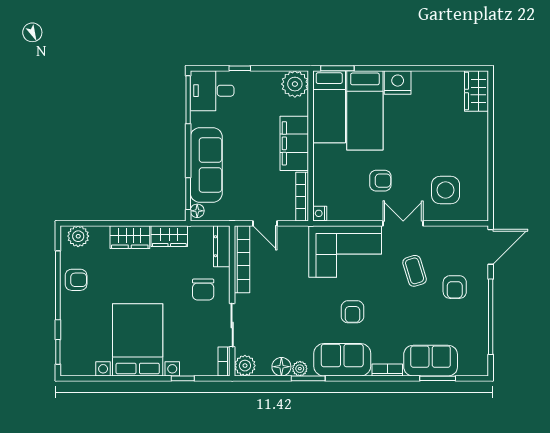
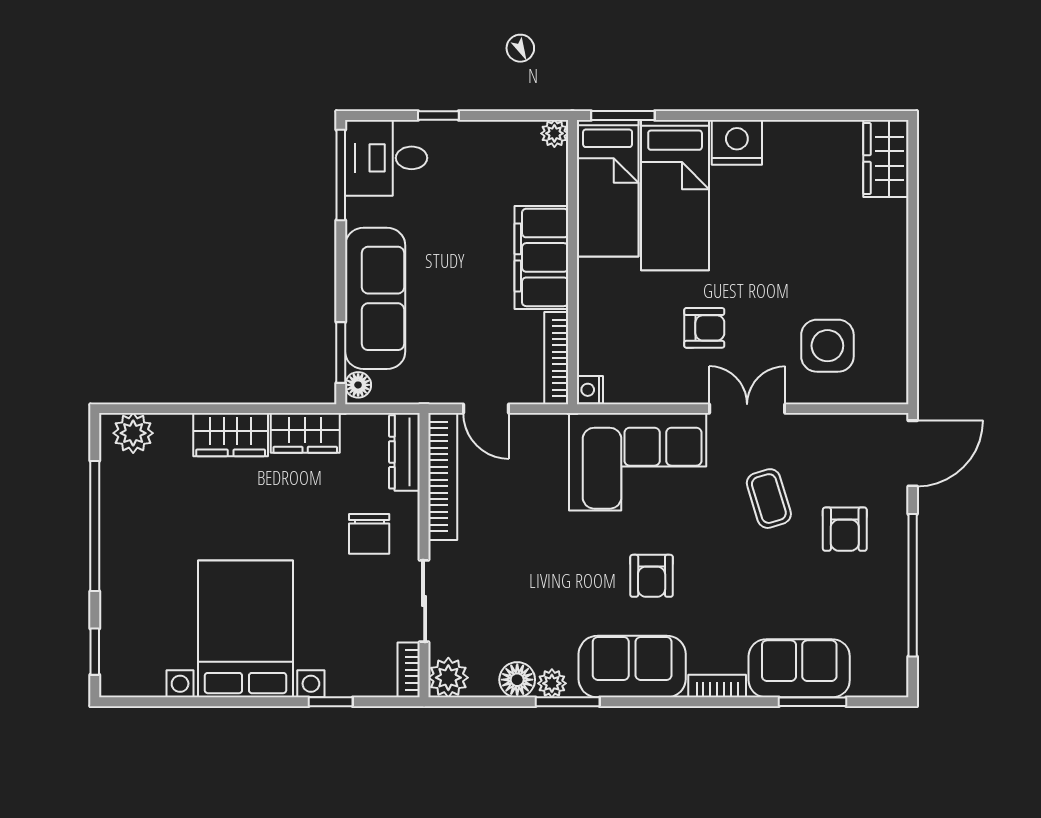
plant: (295, 84) -> (554, 133), width x0.53, depth x0.53
armchair: (76, 280) -> (129, 515), removed

